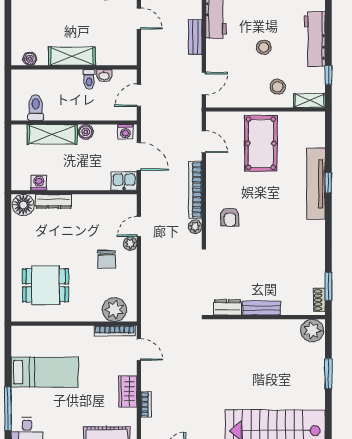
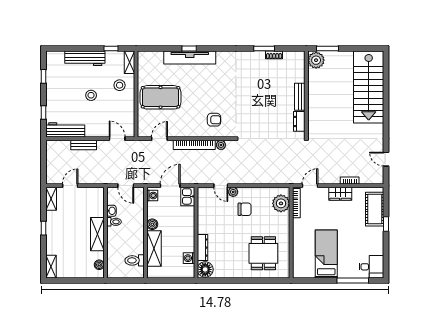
dresser: (228, 307) -> (299, 121), moved
bench: (262, 308) -> (300, 97), moved
wall: (265, 317) -> (306, 94), moved
plant: (312, 330) -> (316, 60), moved

